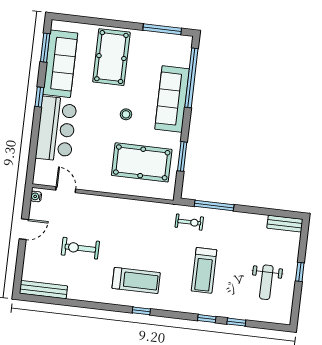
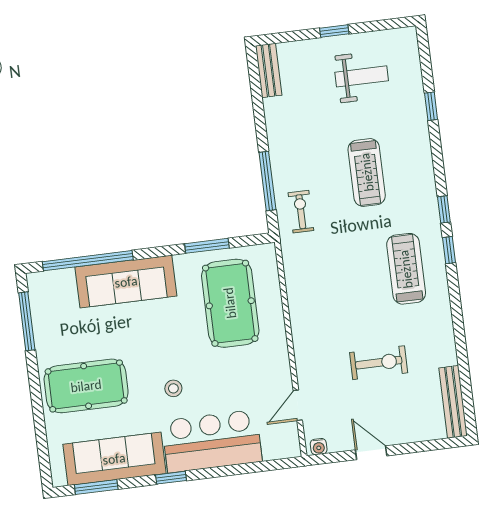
stool: (126, 114) -> (173, 388), moved
exercise bike: (80, 248) -> (379, 363), turned -90
treadmill: (204, 270) -> (367, 172), turned 90
window: (207, 319) -> (444, 209), moved

